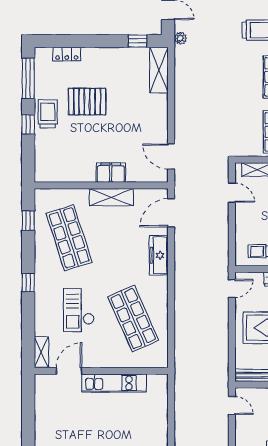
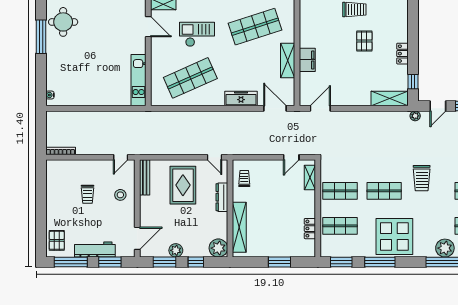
locker: (67, 54) -> (402, 54), moved
pallet: (87, 102) -> (364, 41), width x0.67, depth x0.71
kitchen unit: (114, 383) -> (139, 80), moved

